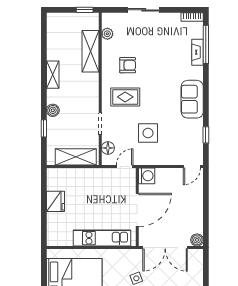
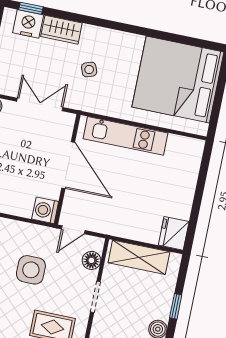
fridge: (55, 201) -> (174, 233), moved
door: (137, 210) -> (68, 165), swing flipped
double door: (165, 247) -> (40, 104), width x0.73

